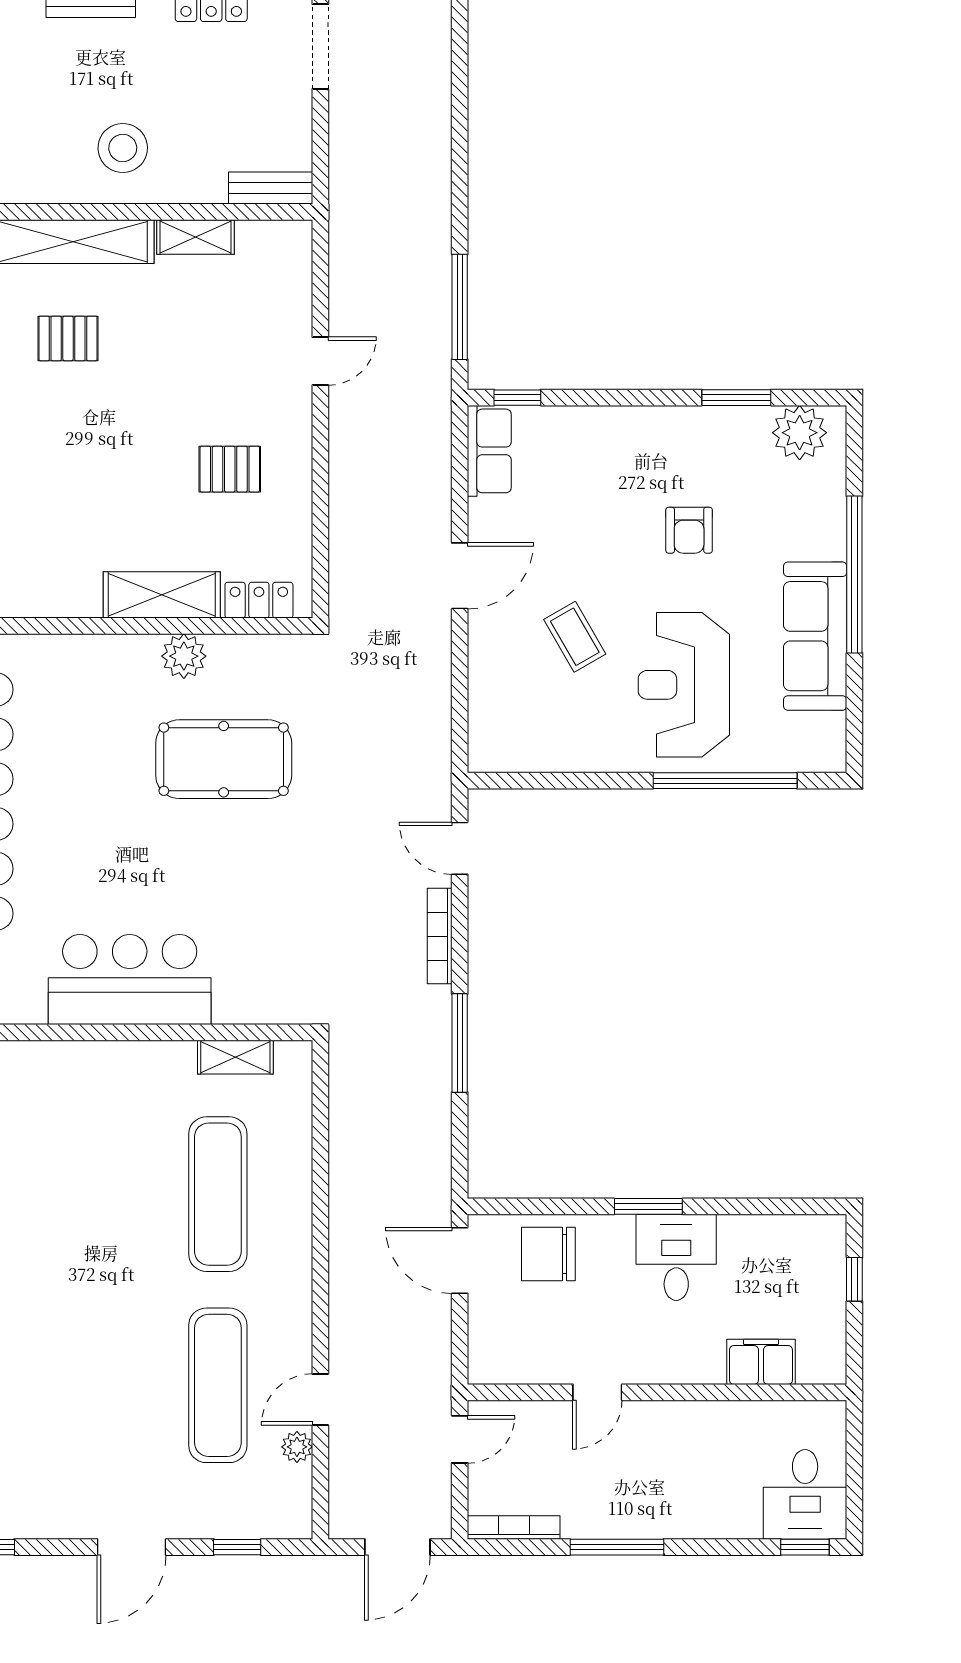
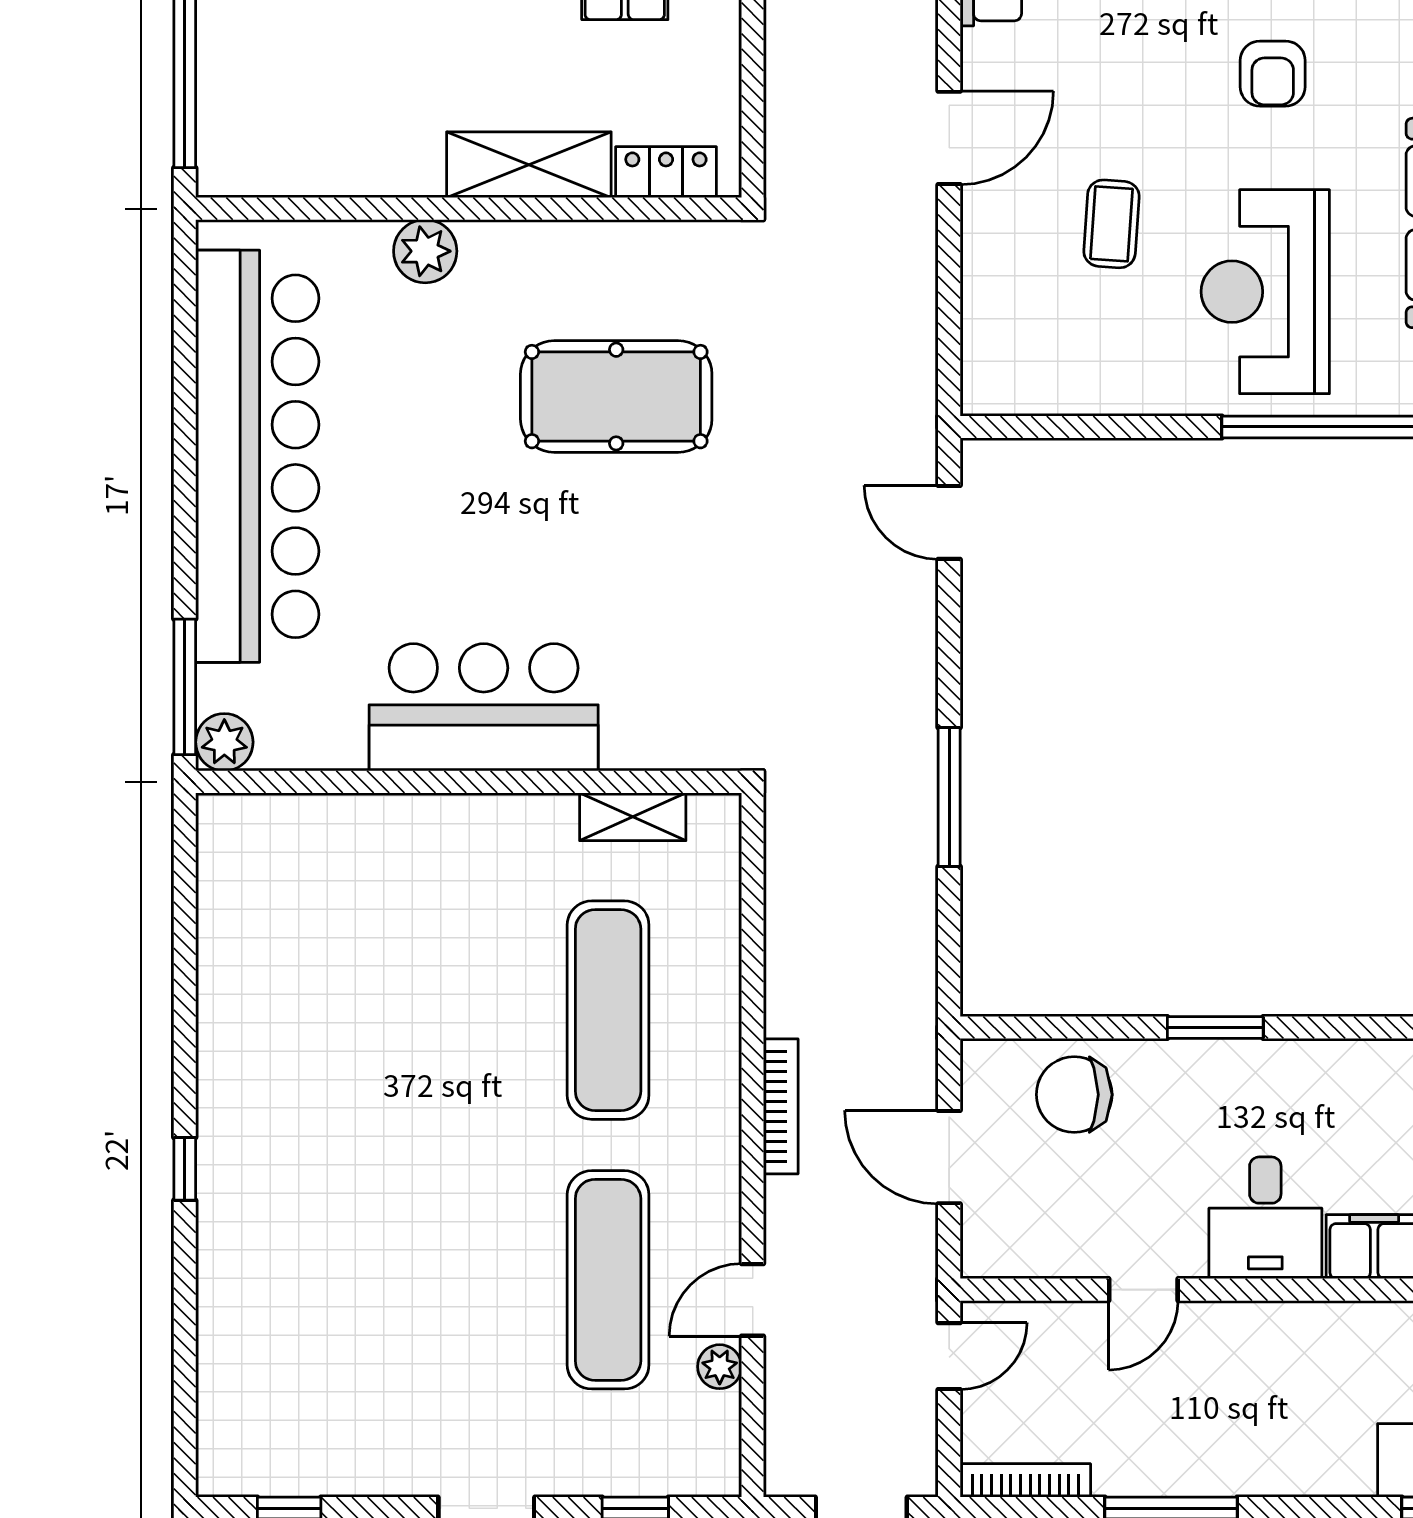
coffee table: (575, 637) -> (1111, 224), turned 34
plant: (184, 656) -> (425, 251), moved
bookcase: (440, 936) -> (781, 1106), moved, turned 180
desk: (676, 1257) -> (1265, 1218), moved, turned 180
door: (460, 1260) -> (949, 1157), moved

